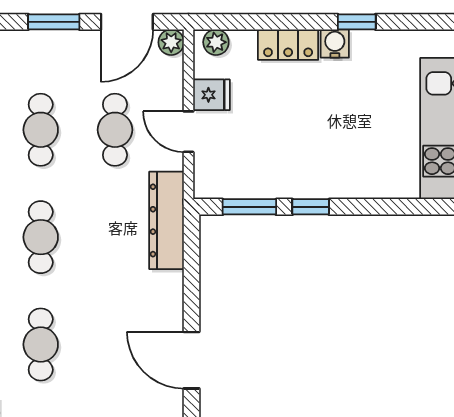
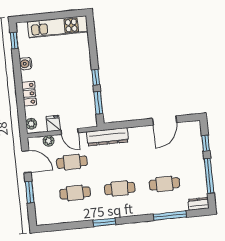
window: (357, 22) -> (14, 41), moved
plant: (171, 42) -> (48, 141), moved
water cooler: (335, 44) -> (26, 64), moved
door: (189, 132) -> (70, 131), hinge flipped

